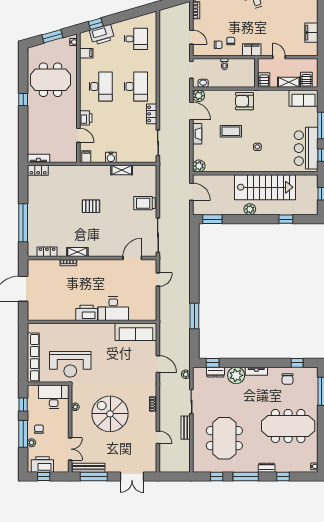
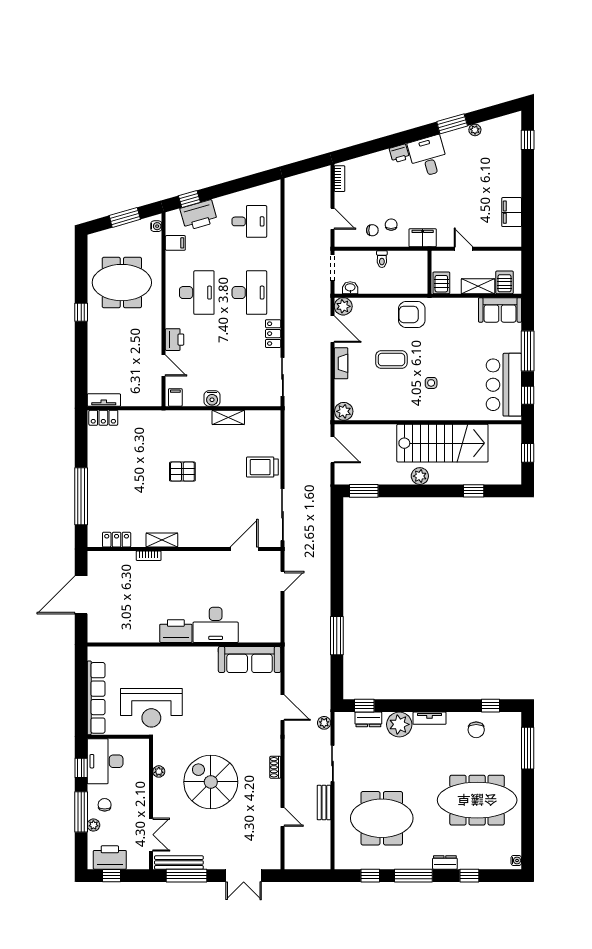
desk: (54, 397) -> (105, 761), moved, turned -90
meeting table: (224, 438) -> (382, 818), turned 90

